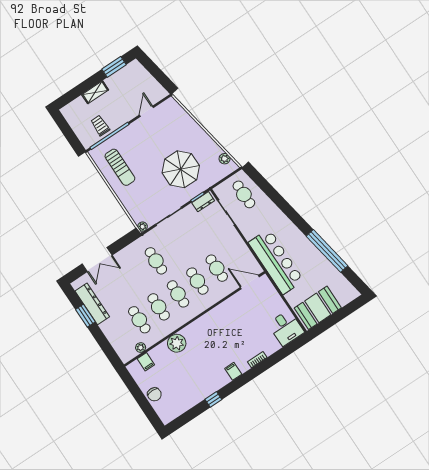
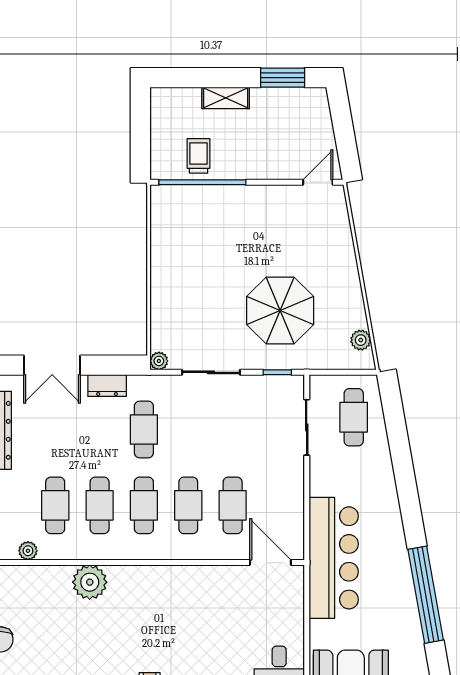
door: (146, 111) -> (318, 182), moved
sun lounger: (120, 167) -> (186, 243), removed
dresser: (203, 202) -> (107, 386), moved
filing cabinet: (146, 362) -> (21, 579), removed

